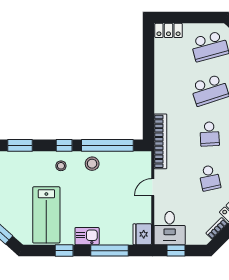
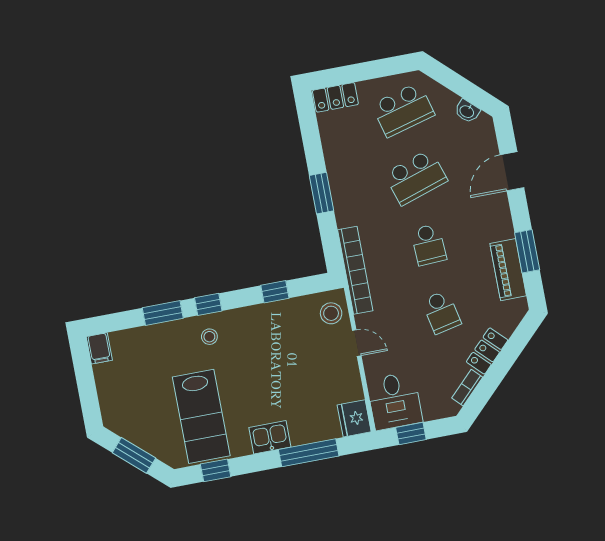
window: (148, 89) -> (322, 193), added
window: (20, 145) -> (163, 313), moved
window: (107, 145) -> (275, 292), width x0.32
stool: (92, 164) -> (331, 313), moved
door: (153, 187) -> (357, 343), swing flipped
window: (64, 251) -> (216, 470), moved

